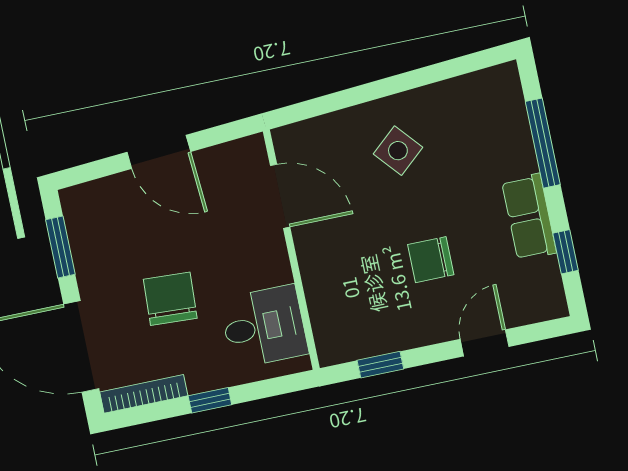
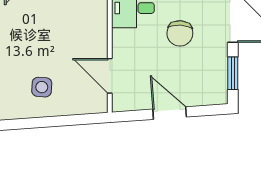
side table: (398, 151) -> (42, 87), turned 45
chair: (431, 260) -> (36, 25), removed

